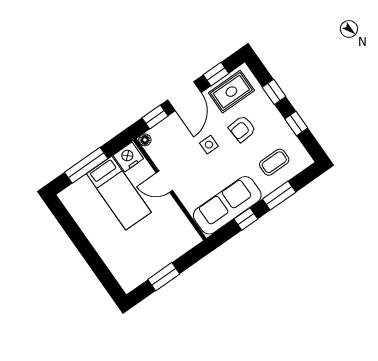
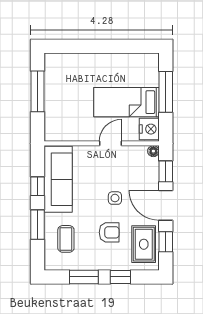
window: (296, 124) -> (84, 277), width x1.50
armchair: (242, 129) -> (109, 232), turned 94
window: (164, 277) -> (37, 91), width x1.44

